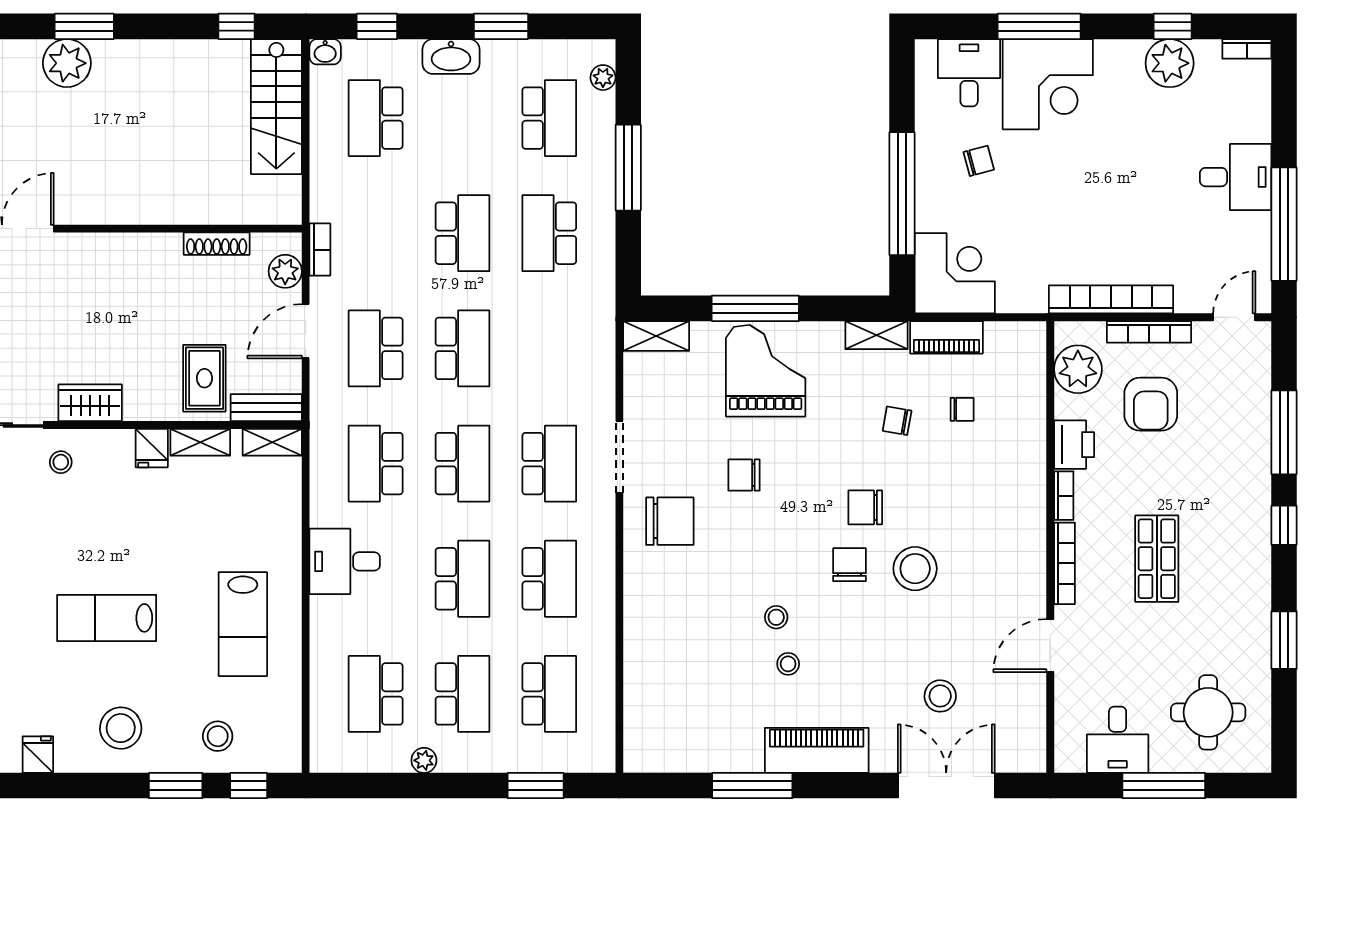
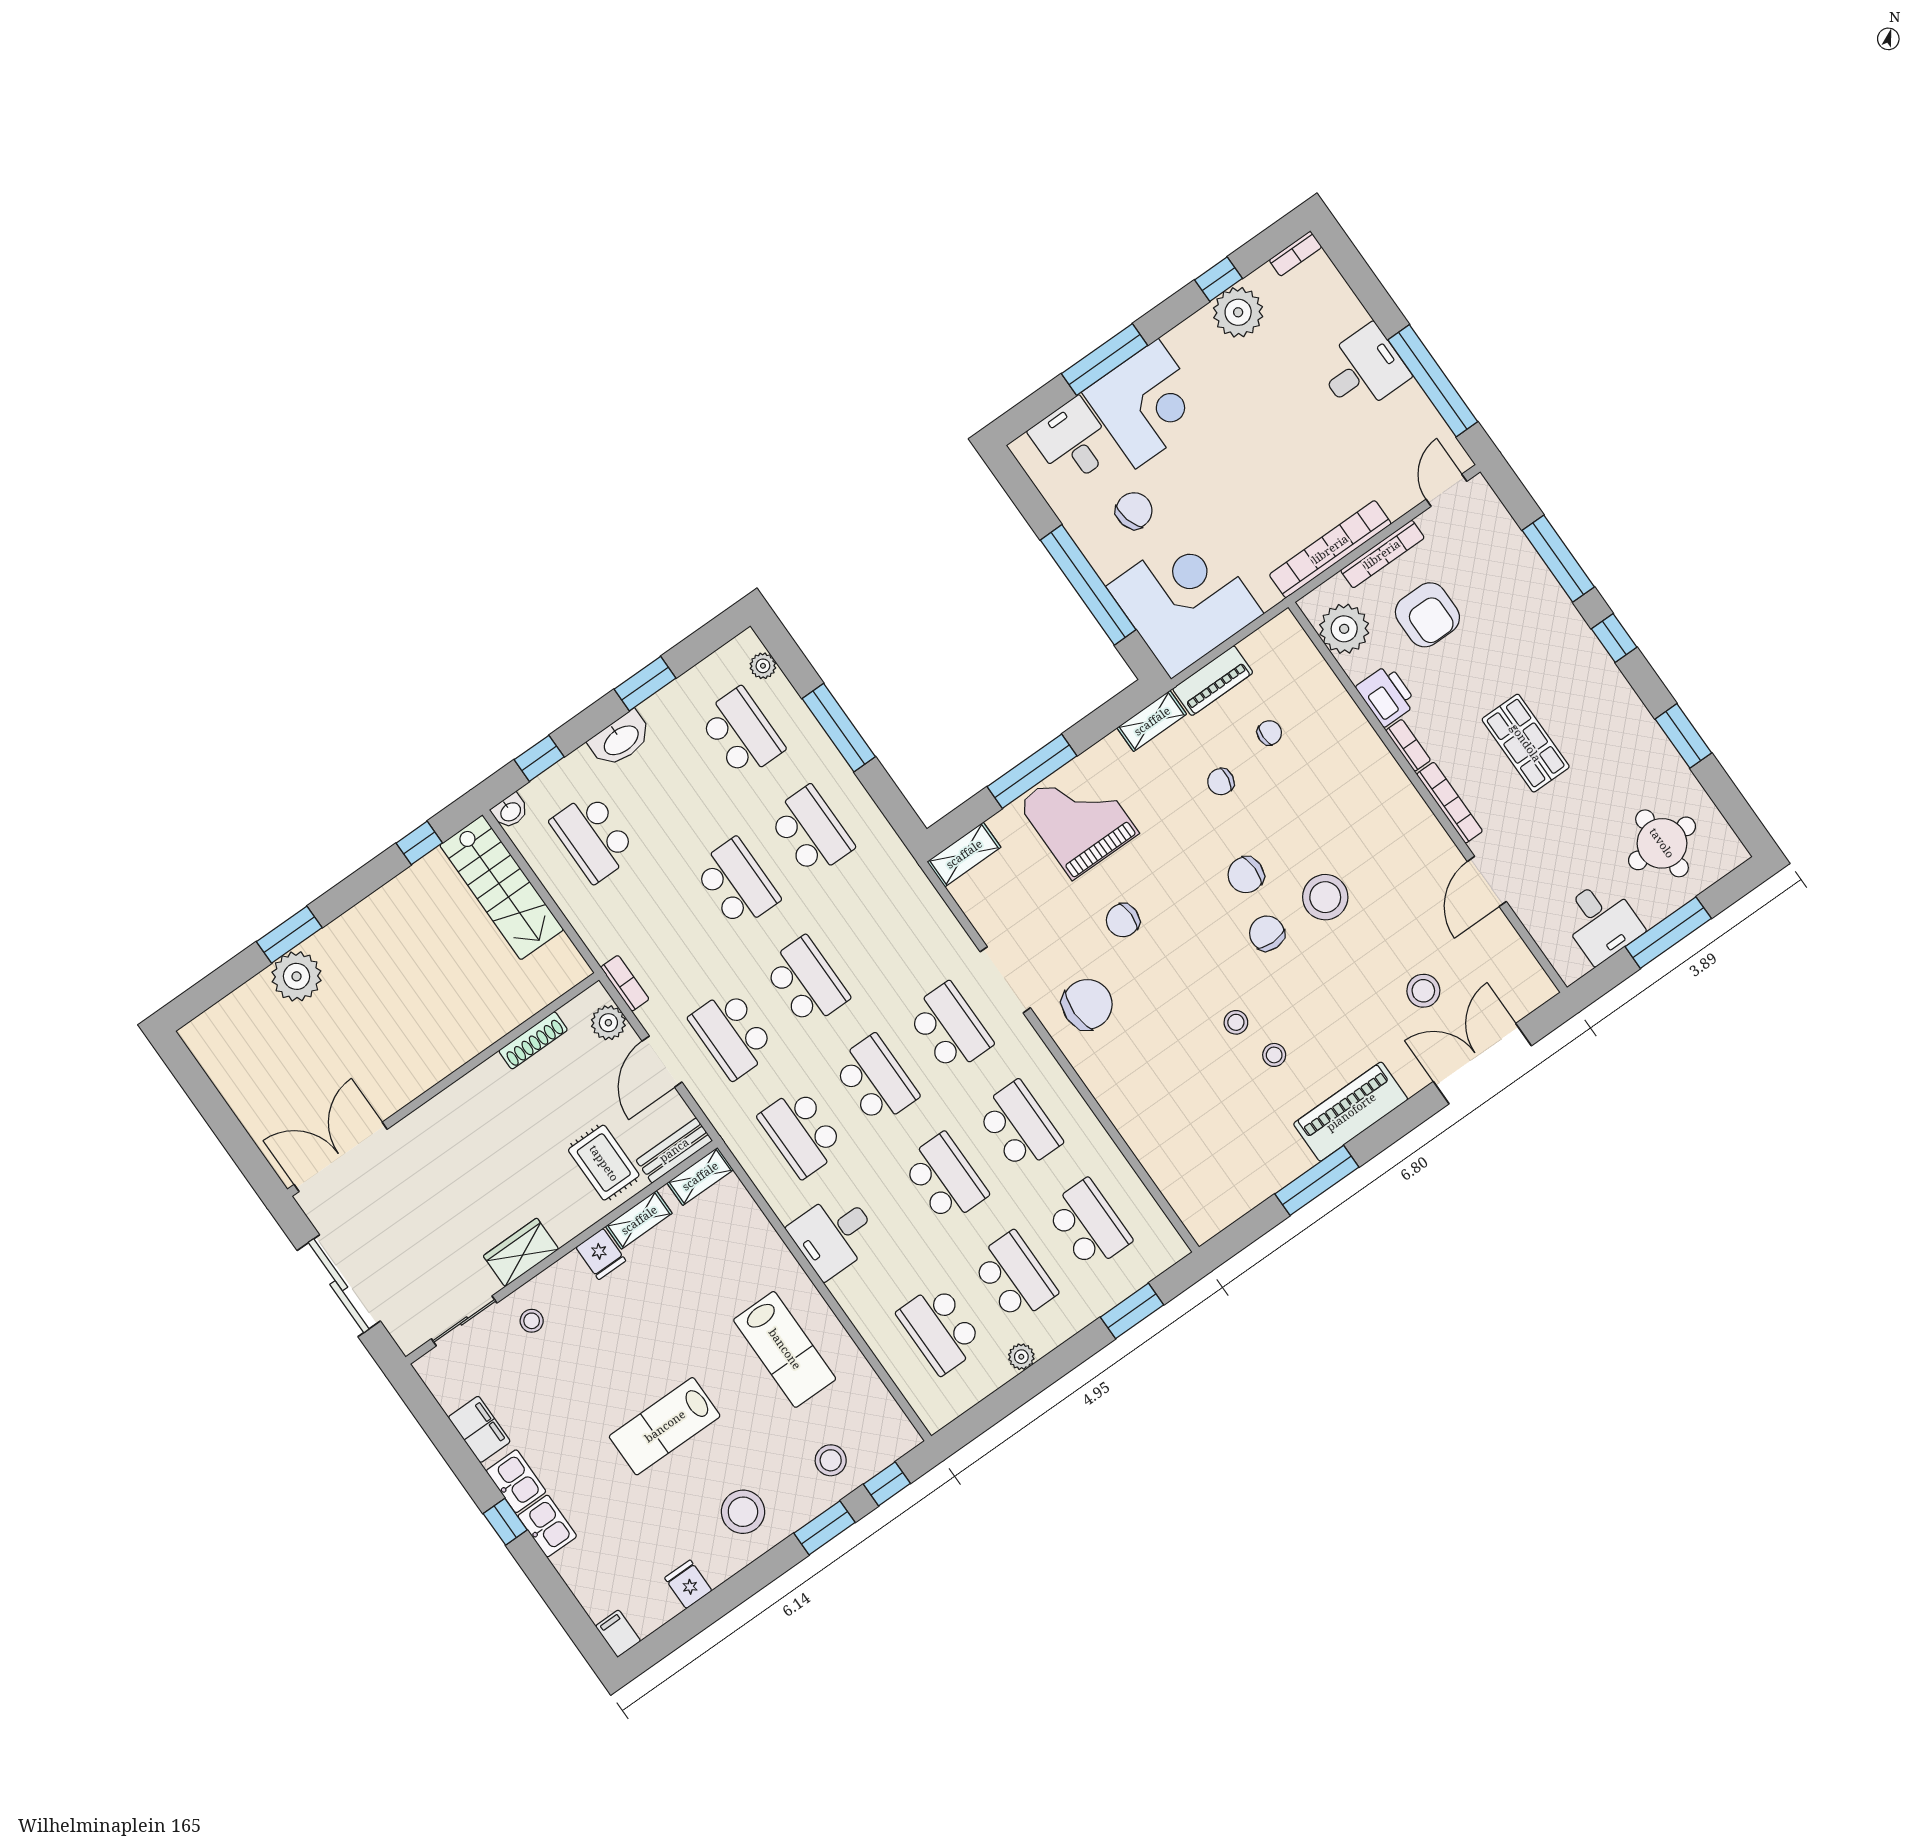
chair: (979, 161) -> (1134, 511), width x1.37, depth x1.37
school desk: (549, 233) -> (811, 831), turned 180
corner desk: (955, 273) -> (1185, 600), width x1.36, depth x1.36

